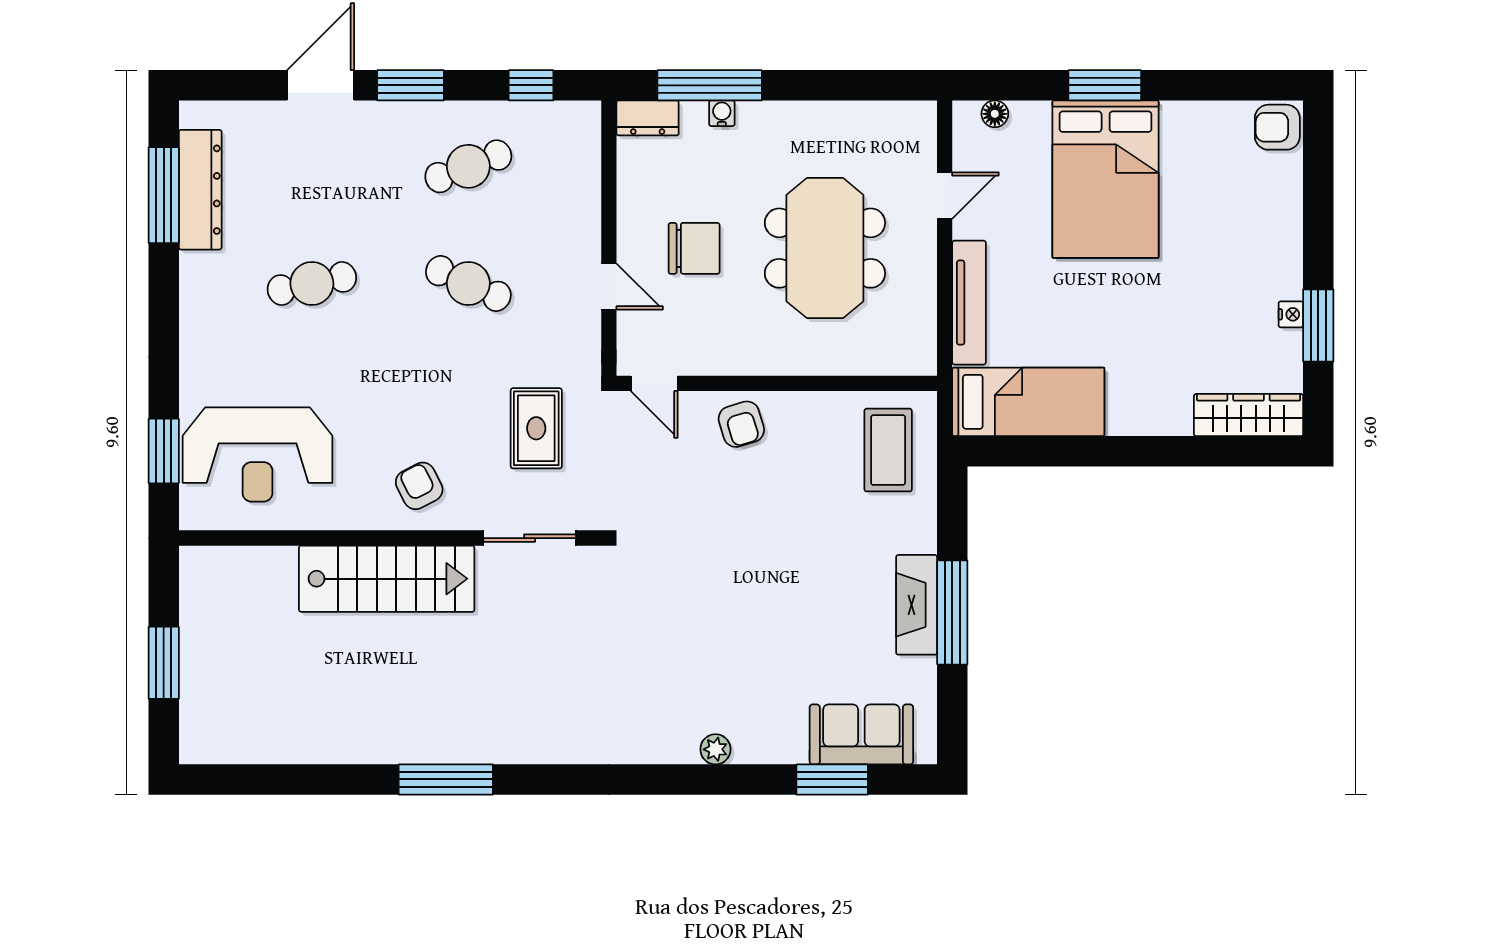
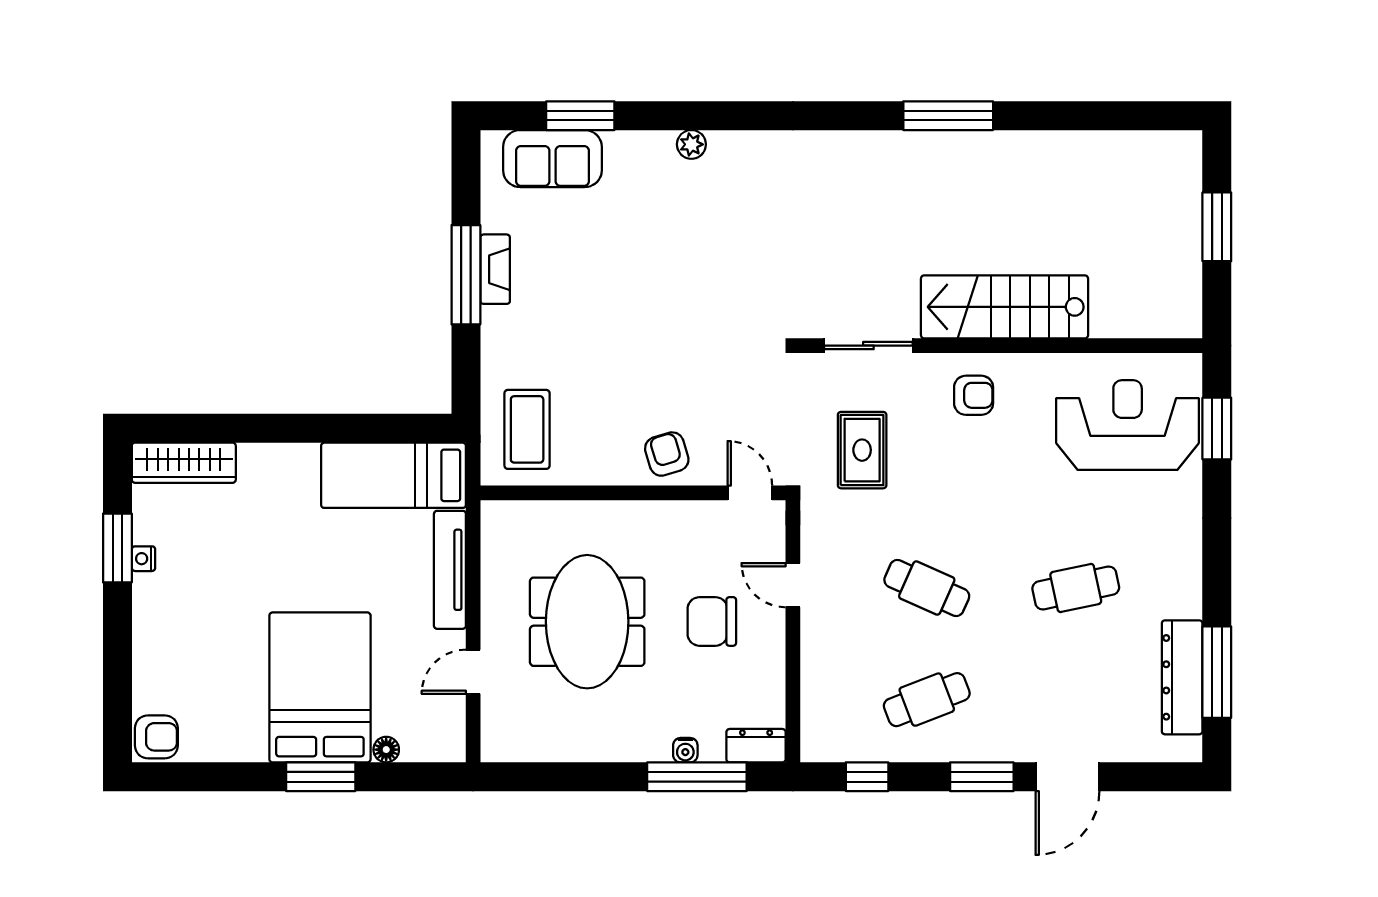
floor lamp: (995, 114) -> (386, 750), moved
armchair: (419, 486) -> (974, 395), turned -63
fireplace: (917, 605) -> (495, 269), width x0.73, depth x0.76

